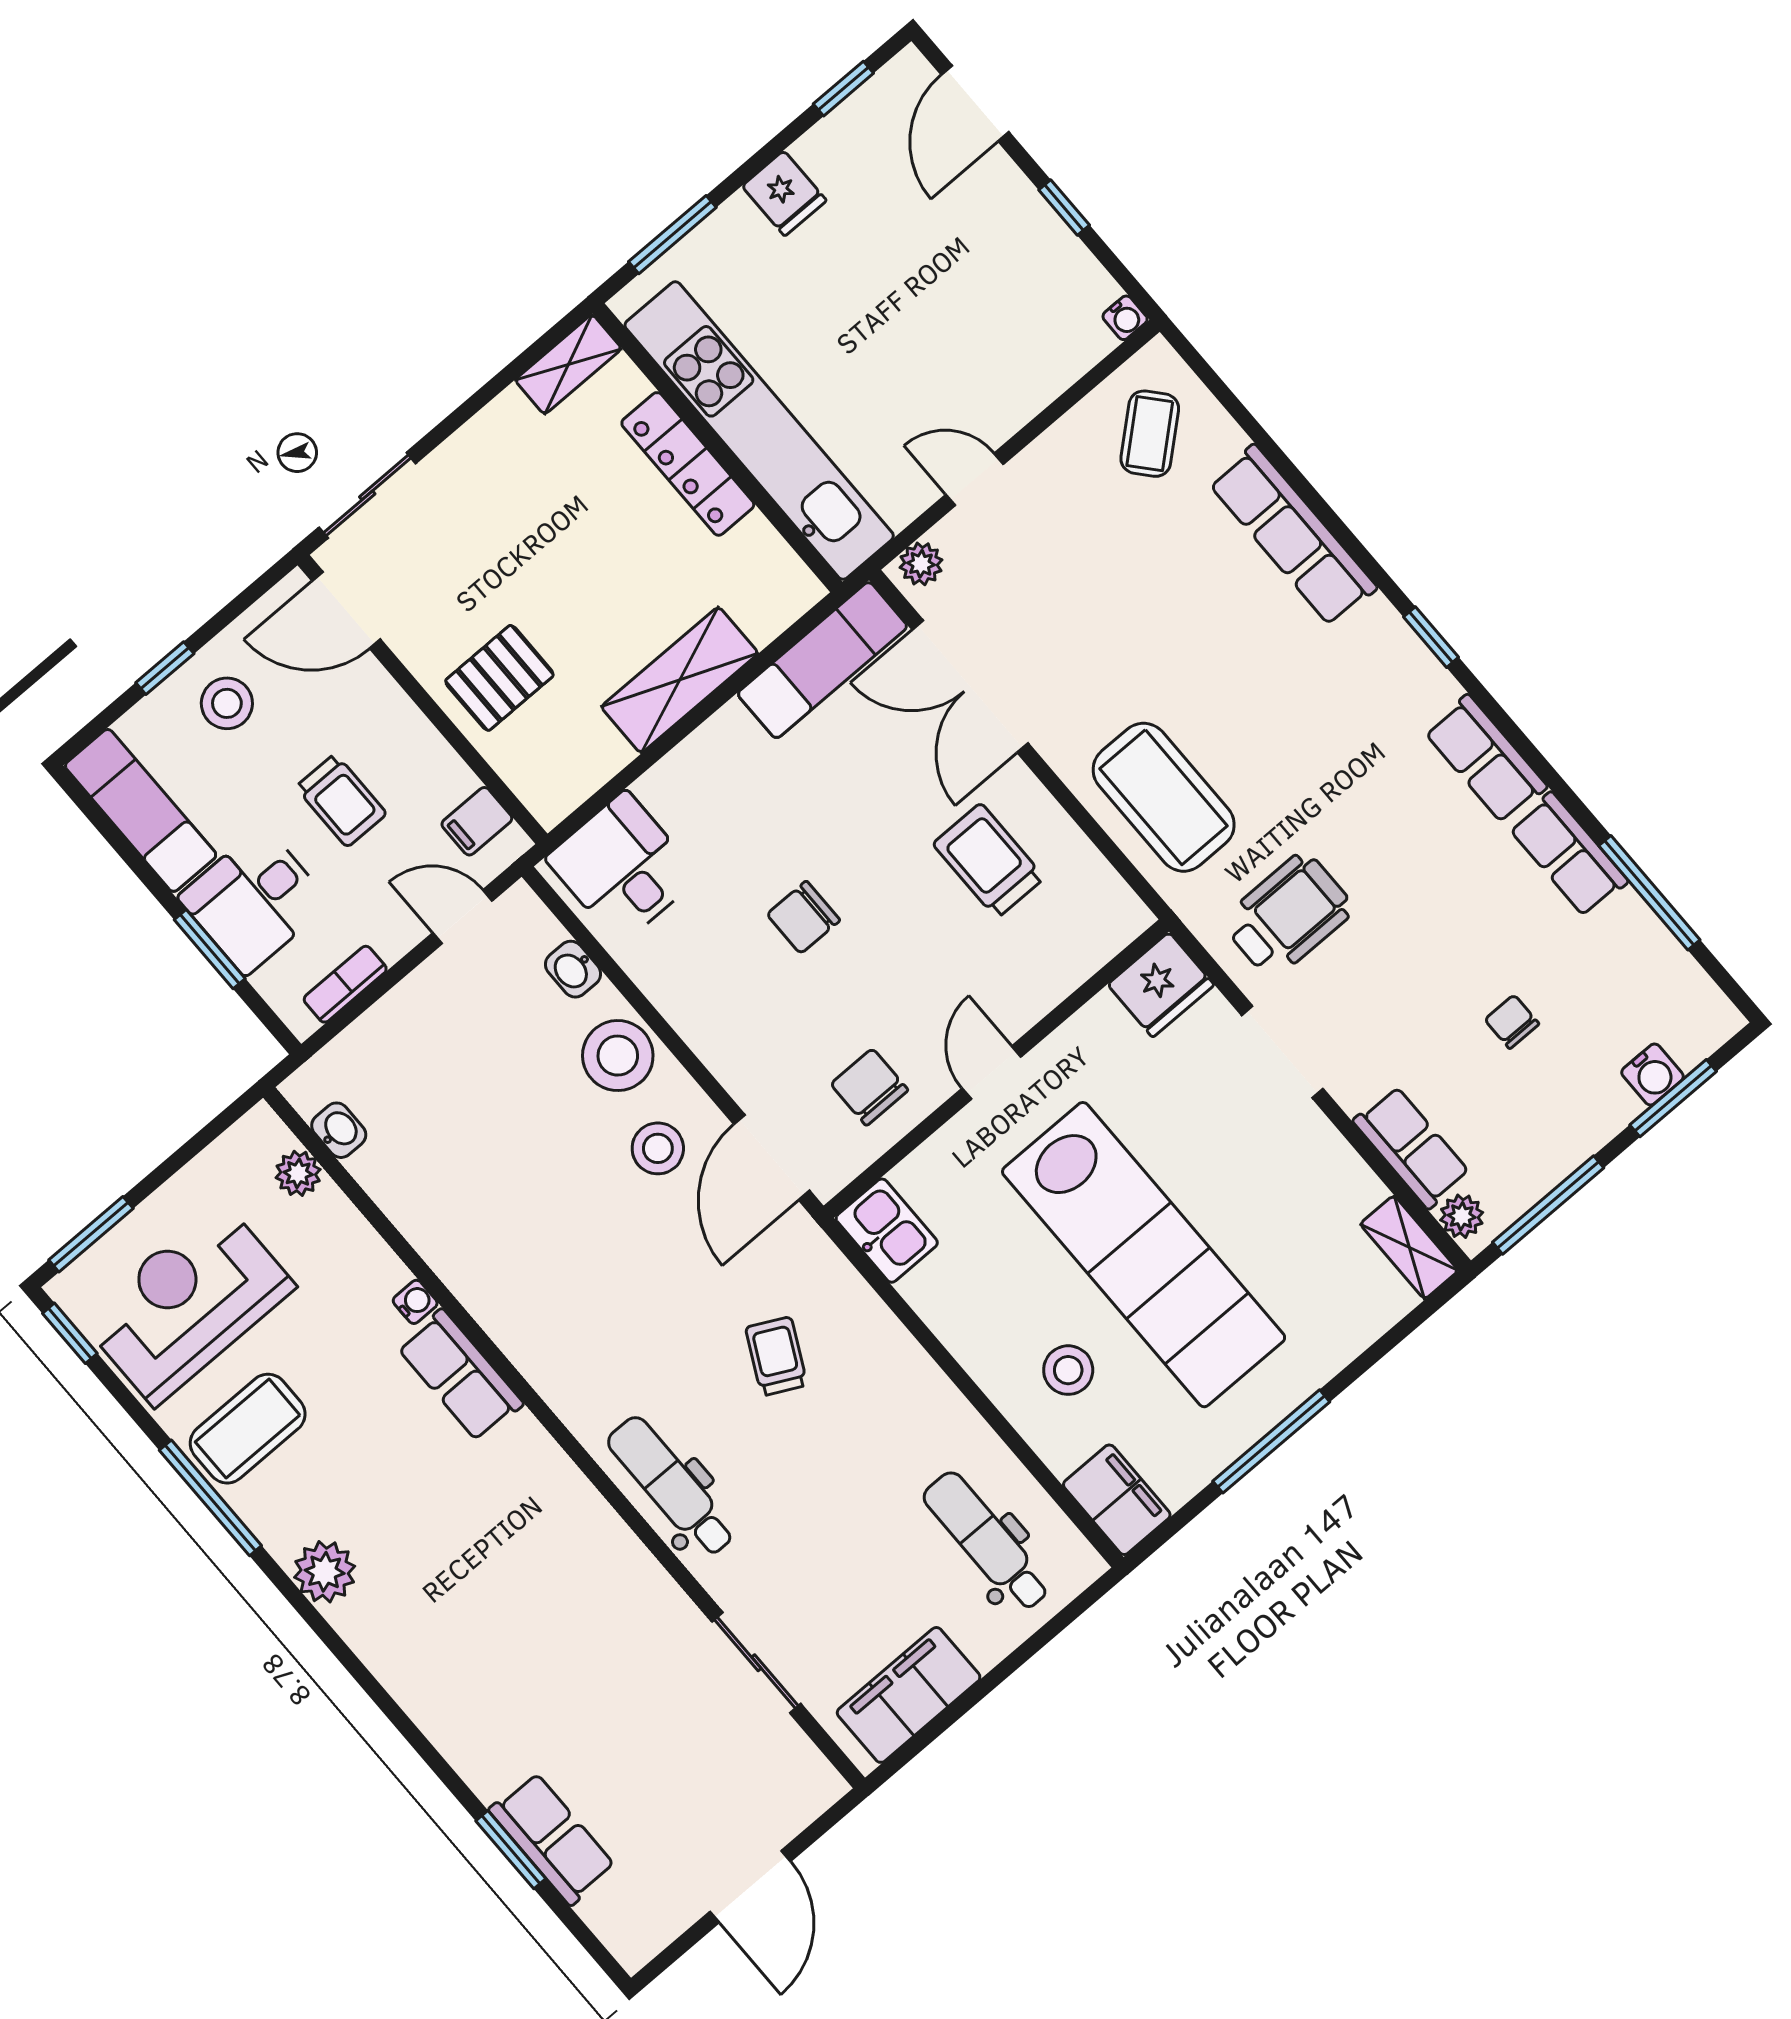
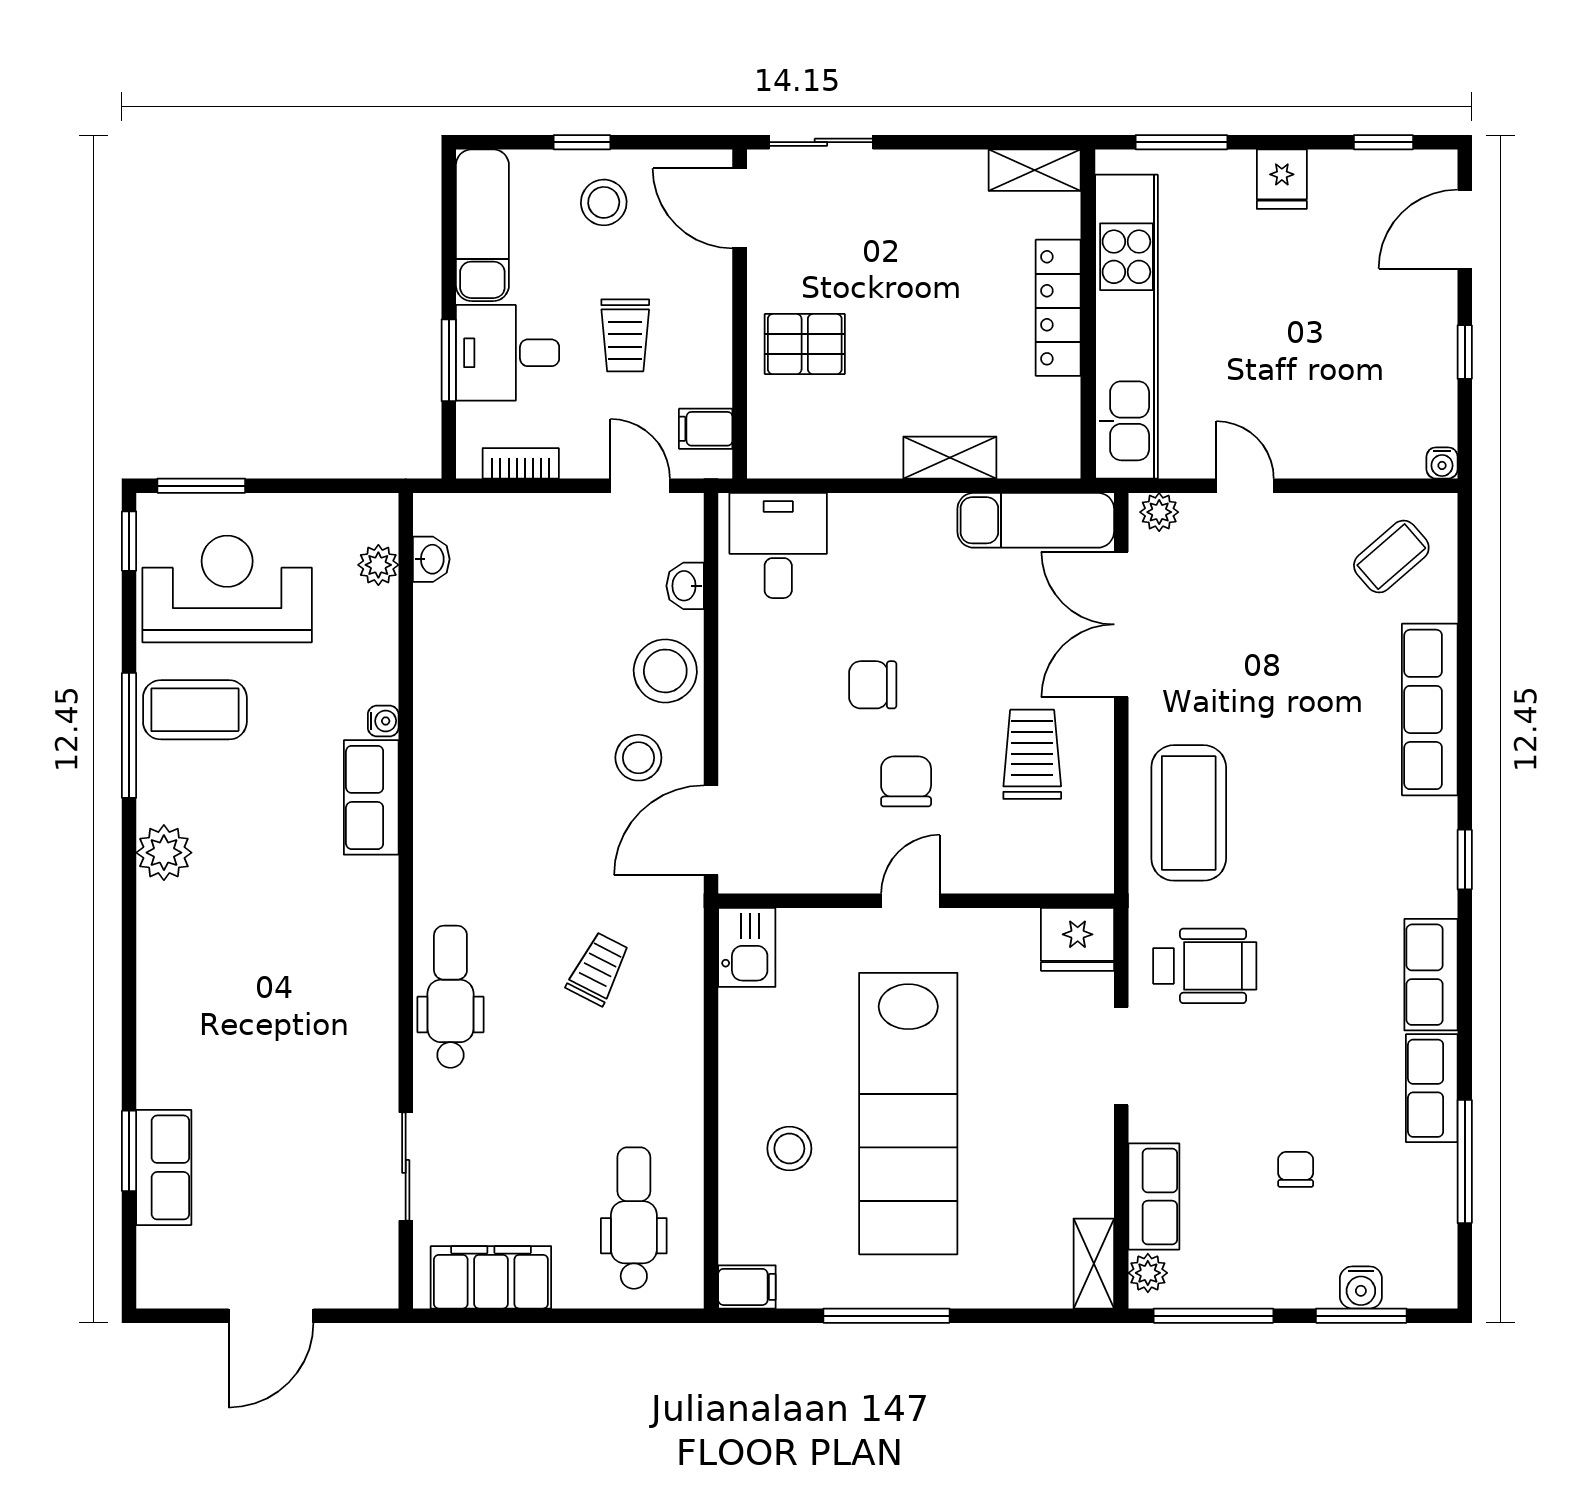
shelving: (680, 680) -> (950, 458), width x0.67, depth x0.75
chair: (869, 1087) -> (906, 781), moved
filing cabinet: (1117, 1500) -> (747, 1287), width x0.50

